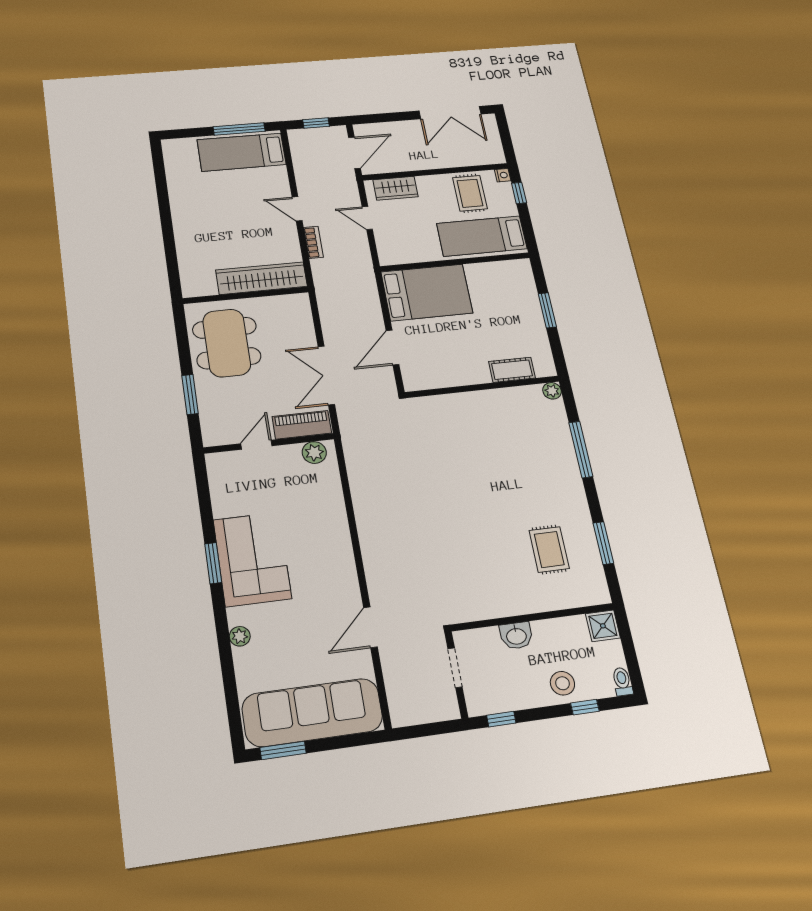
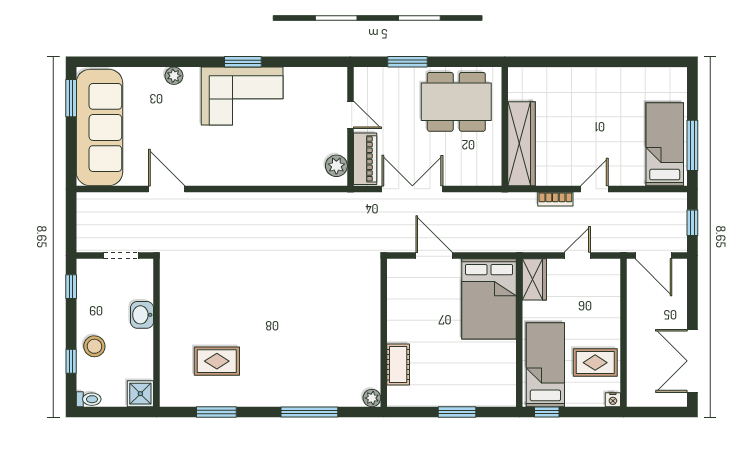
wardrobe: (395, 188) -> (534, 279), moved, turned 180
window: (519, 193) -> (547, 412), moved

